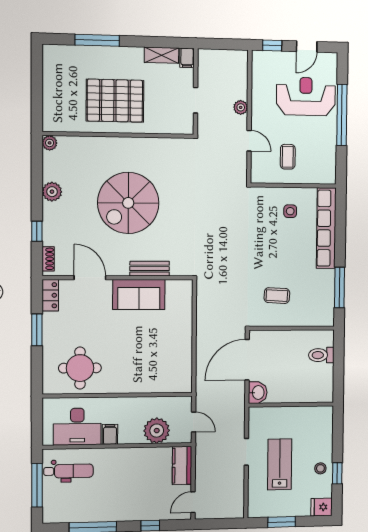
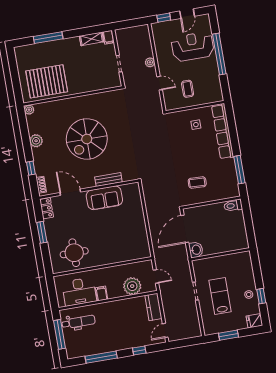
pallet: (115, 101) -> (47, 81), moved
toilet: (321, 355) -> (233, 206), moved

